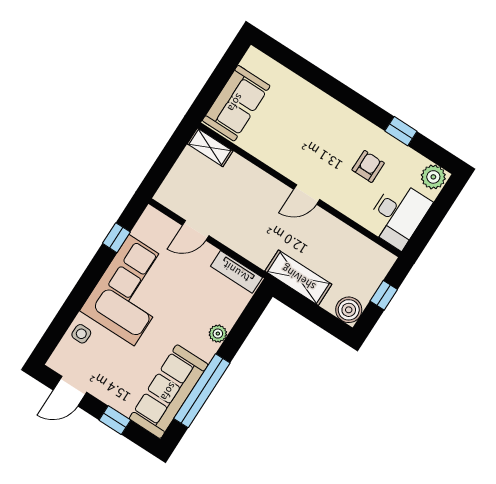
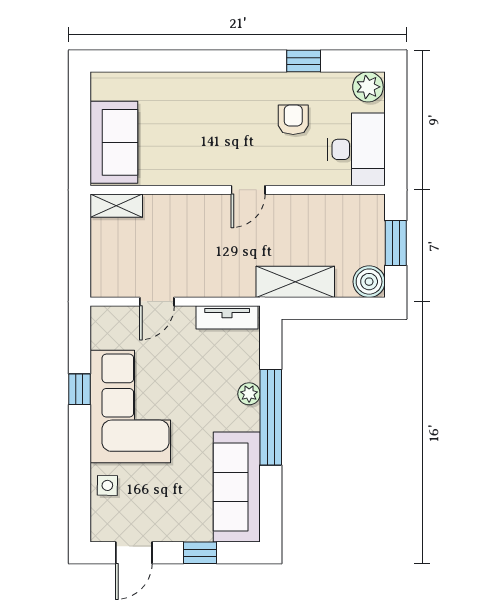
window: (116, 238) -> (79, 389), moved
window: (384, 295) -> (396, 243), width x1.50
window: (202, 391) -> (271, 417), moved

